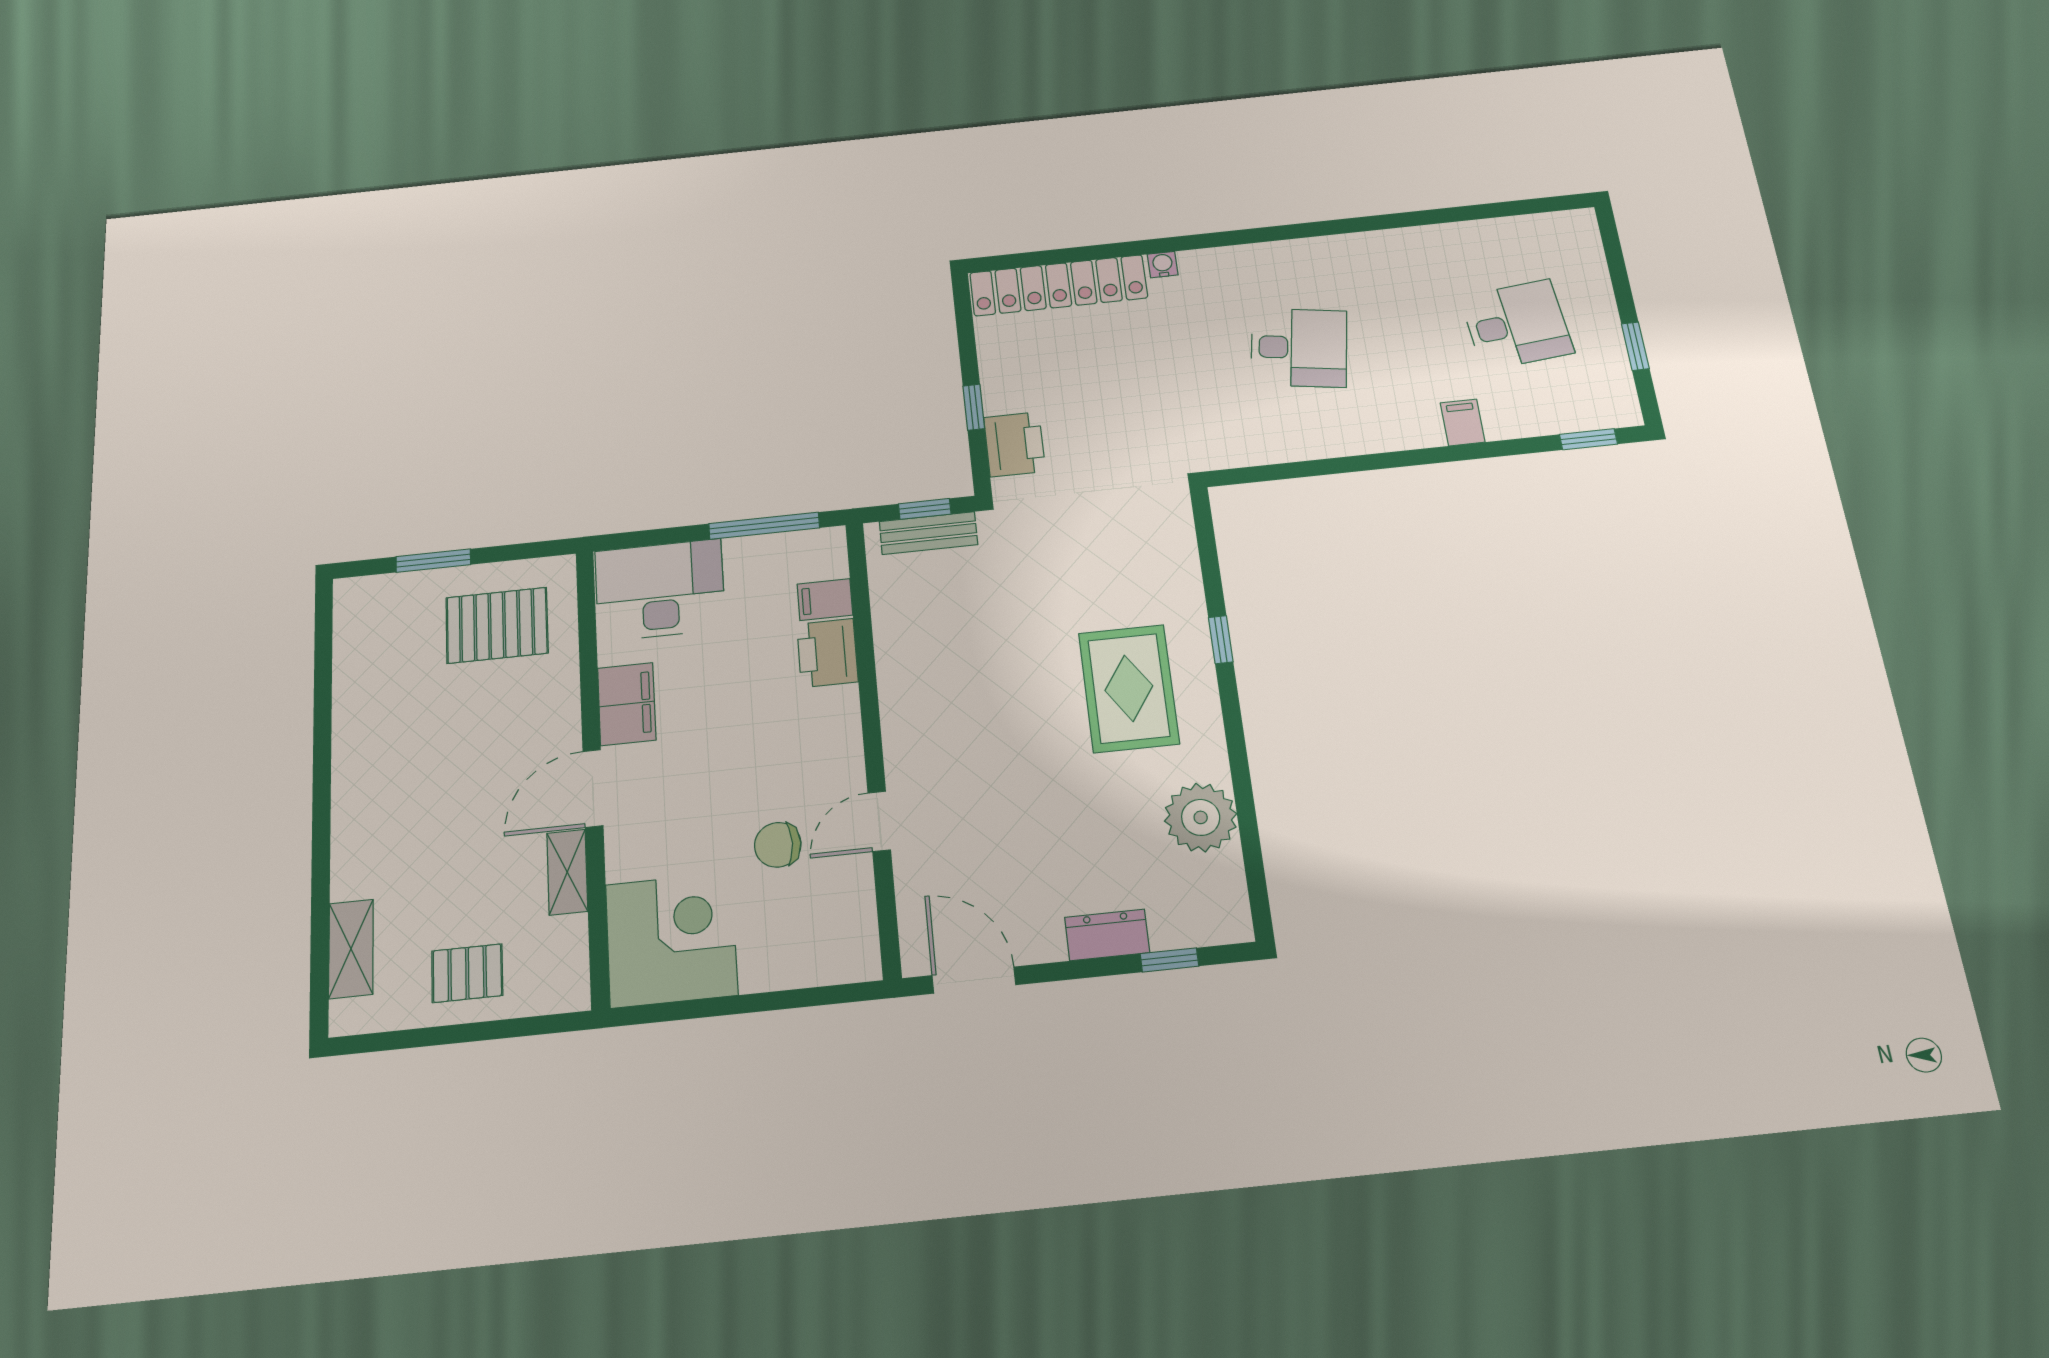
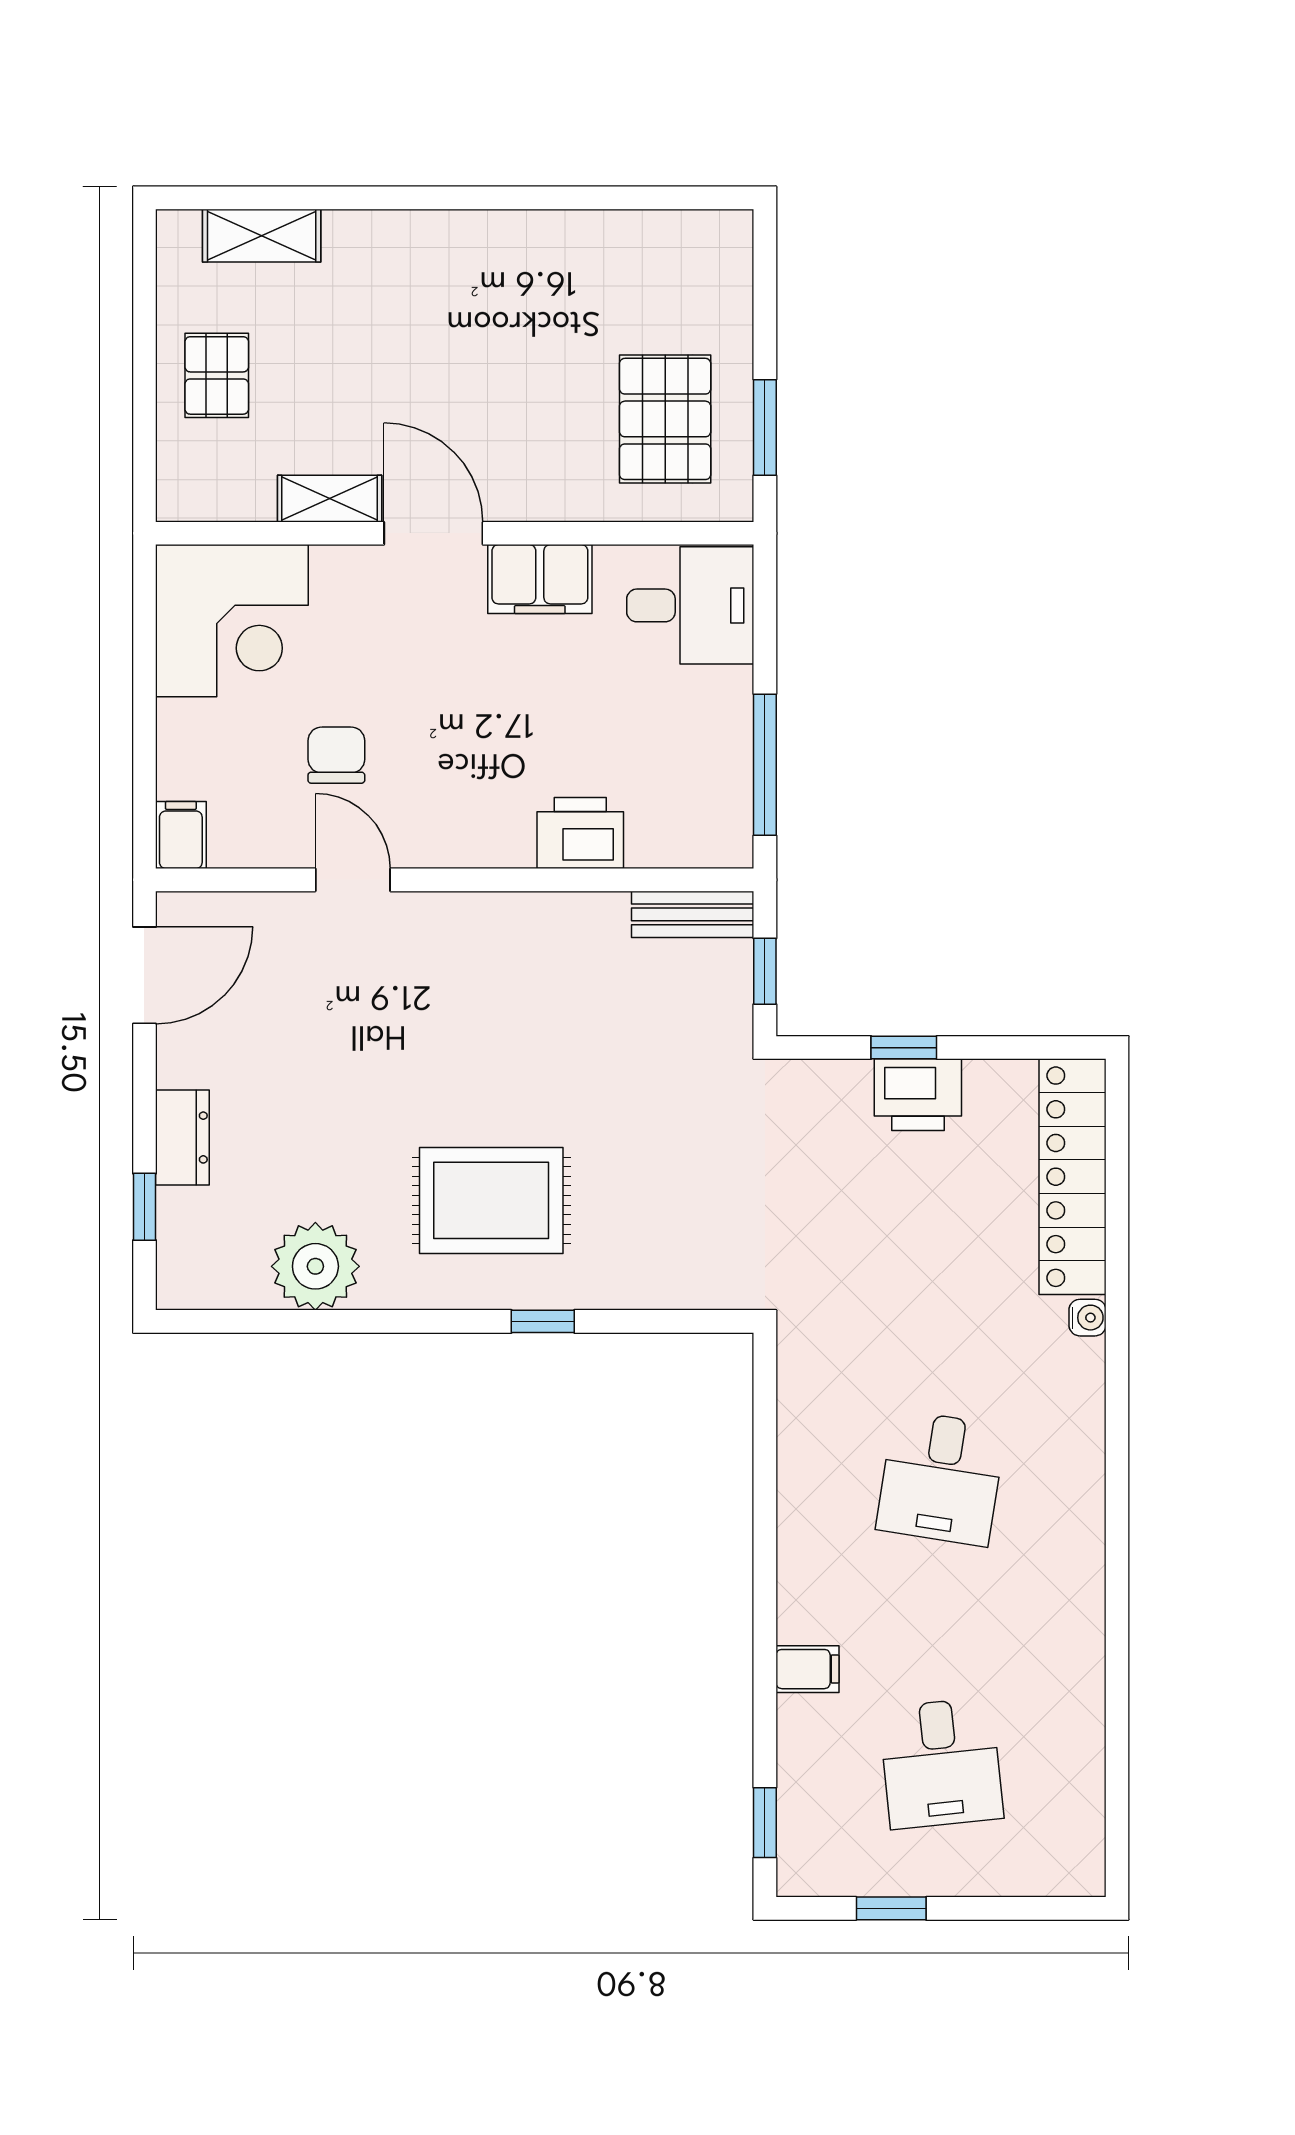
printer: (1014, 444) -> (918, 1095), moved
bench: (928, 533) -> (693, 914), moved, turned 90
window: (433, 561) -> (765, 427), moved
desk: (660, 590) -> (690, 605), width x0.73
filing cabinet: (825, 600) -> (181, 835), moved

